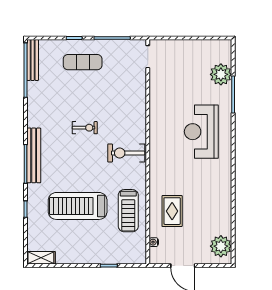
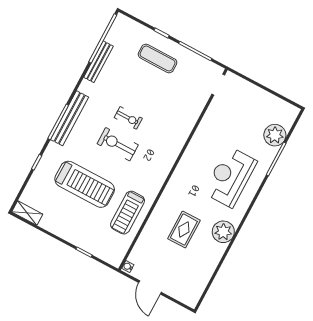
bench: (33, 60) -> (99, 62), moved
exercise bike: (126, 153) -> (118, 144), moved
treadmill: (78, 206) -> (85, 184), turned 180
rug: (172, 211) -> (184, 230), moved
water cooler: (154, 242) -> (128, 267), moved
plant: (221, 246) -> (223, 232), moved

